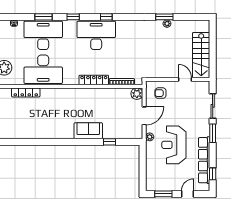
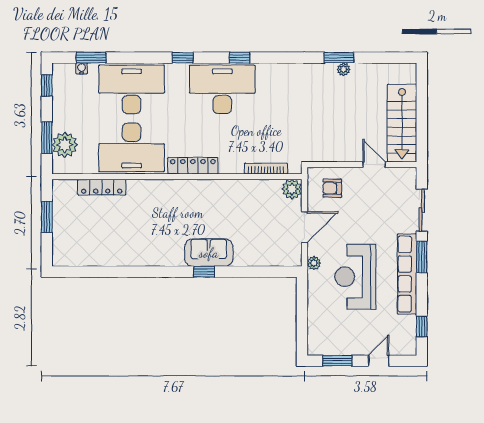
window: (44, 17) -> (91, 58), moved
locker: (94, 80) -> (193, 166), moved
window: (110, 142) -> (204, 272), moved
row of seats: (204, 160) -> (407, 274), moved

